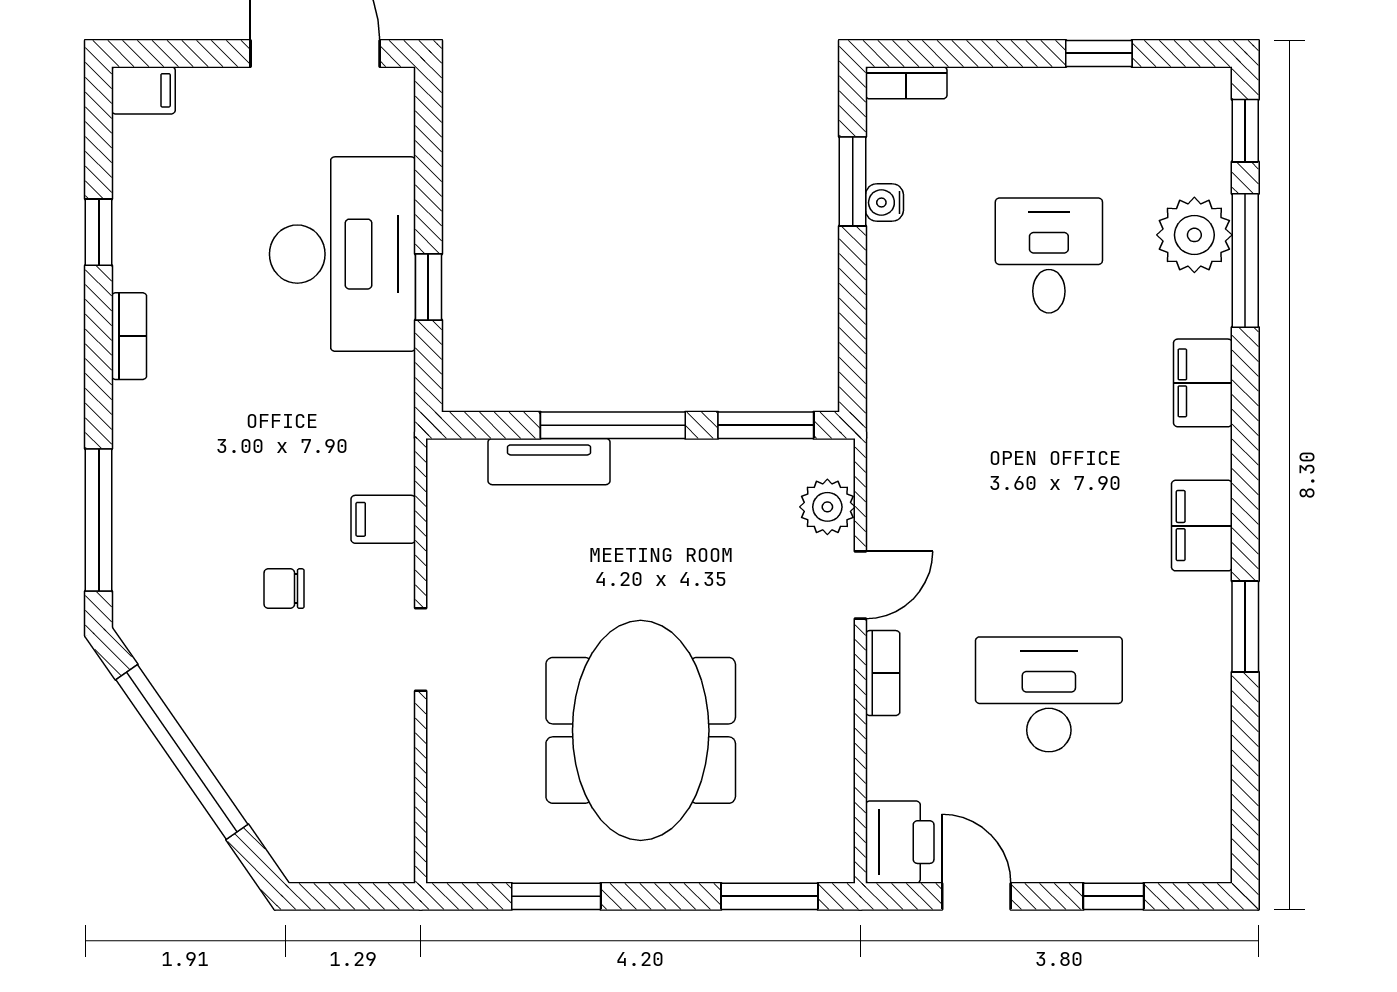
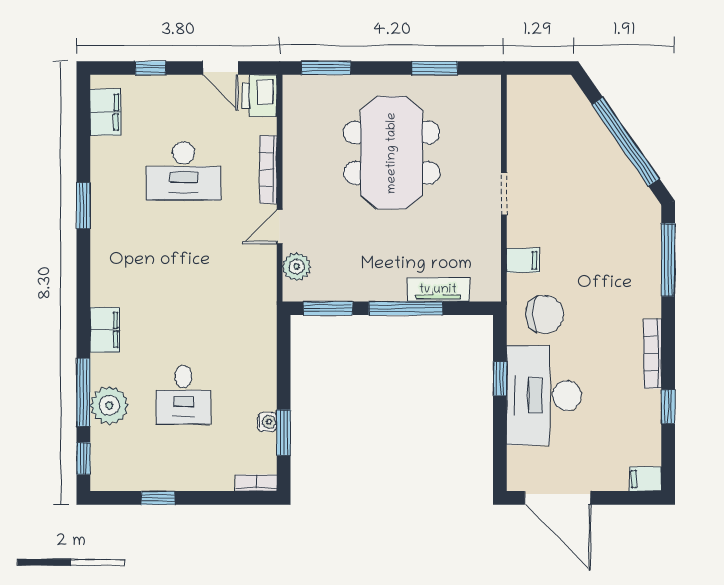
bookcase: (129, 336) -> (653, 354), width x1.56
filing cabinet: (1202, 526) -> (105, 112), moved
chair: (284, 589) -> (545, 314), moved, width x1.87, depth x1.87
bookcase: (883, 673) -> (268, 170), width x1.56

